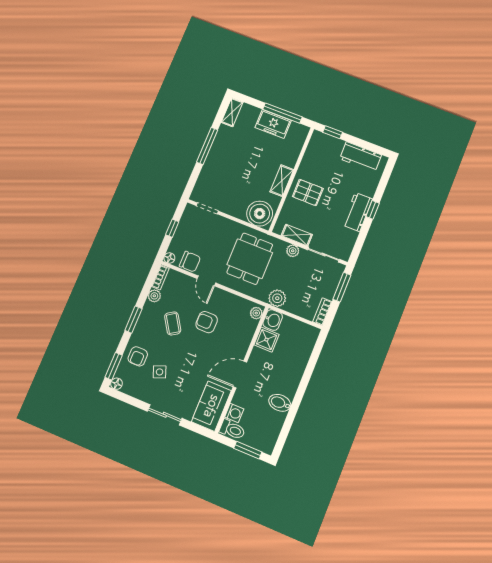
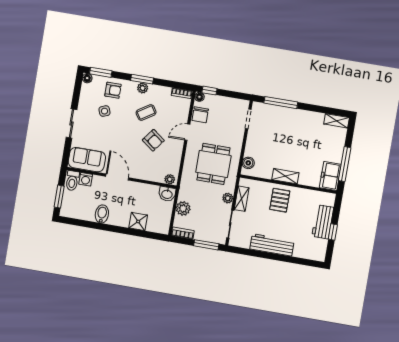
freezer: (273, 124) -> (330, 176), moved
window: (333, 132) -> (333, 232), moved
window: (207, 146) -> (281, 103), moved
workbench: (361, 157) -> (323, 222), moved
window: (373, 210) -> (277, 257), removed
workbench: (357, 212) -> (272, 245), width x1.38
boiler: (260, 214) -> (248, 163), width x0.54, depth x0.54
window: (172, 228) -> (209, 91), moved
dining table: (250, 259) -> (213, 164), turned 90
plant: (154, 296) -> (143, 88), moved
plant: (277, 298) -> (183, 208), moved
armchair: (207, 322) -> (153, 140), turned 127
shower: (266, 340) -> (138, 221), moved
armchair: (138, 356) -> (113, 90), turned 180

